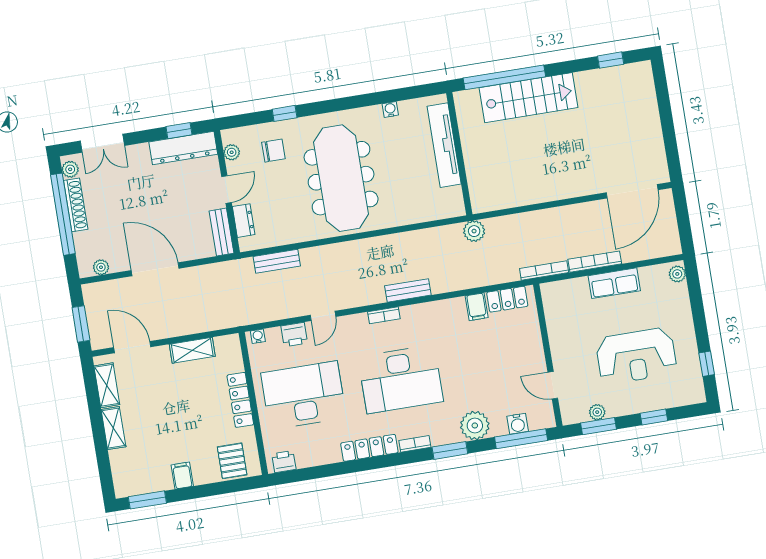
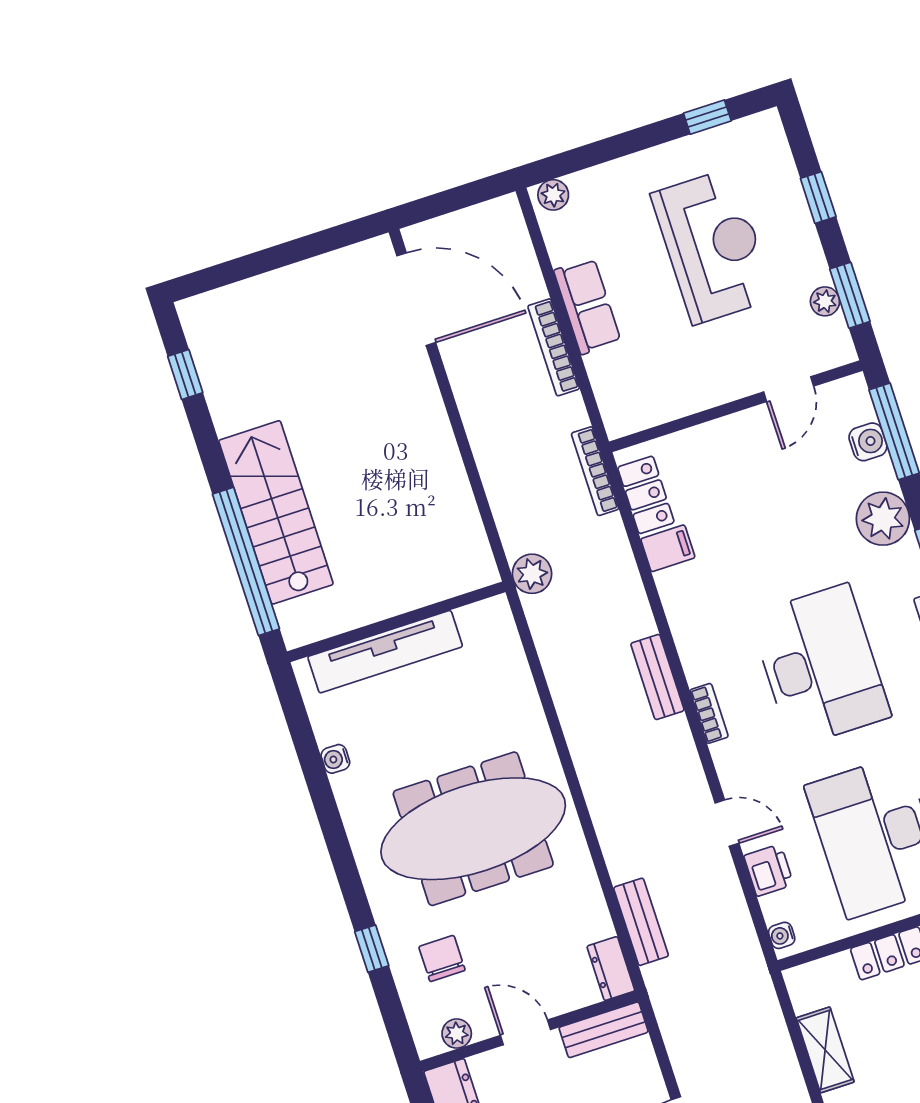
dresser: (244, 221) -> (611, 969), moved, turned -90
bookcase: (544, 270) -> (595, 471), moved

